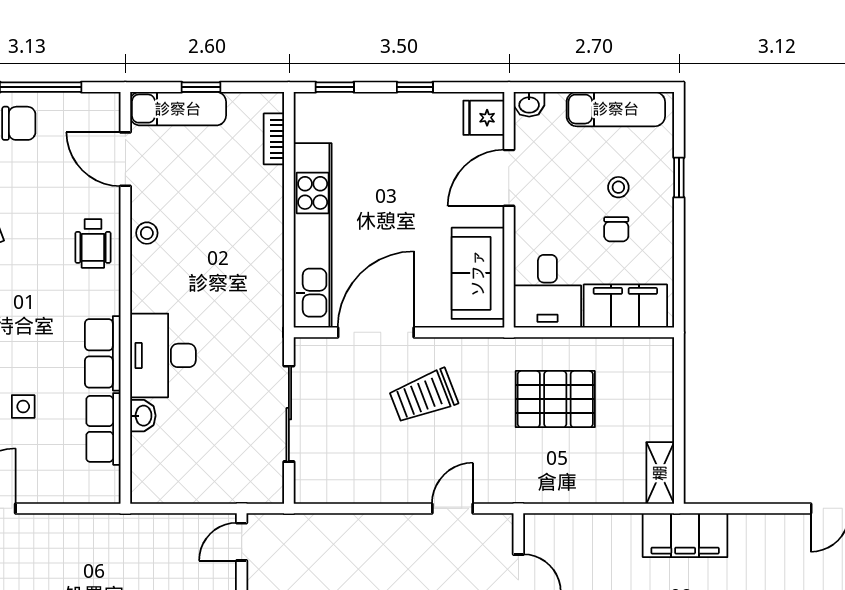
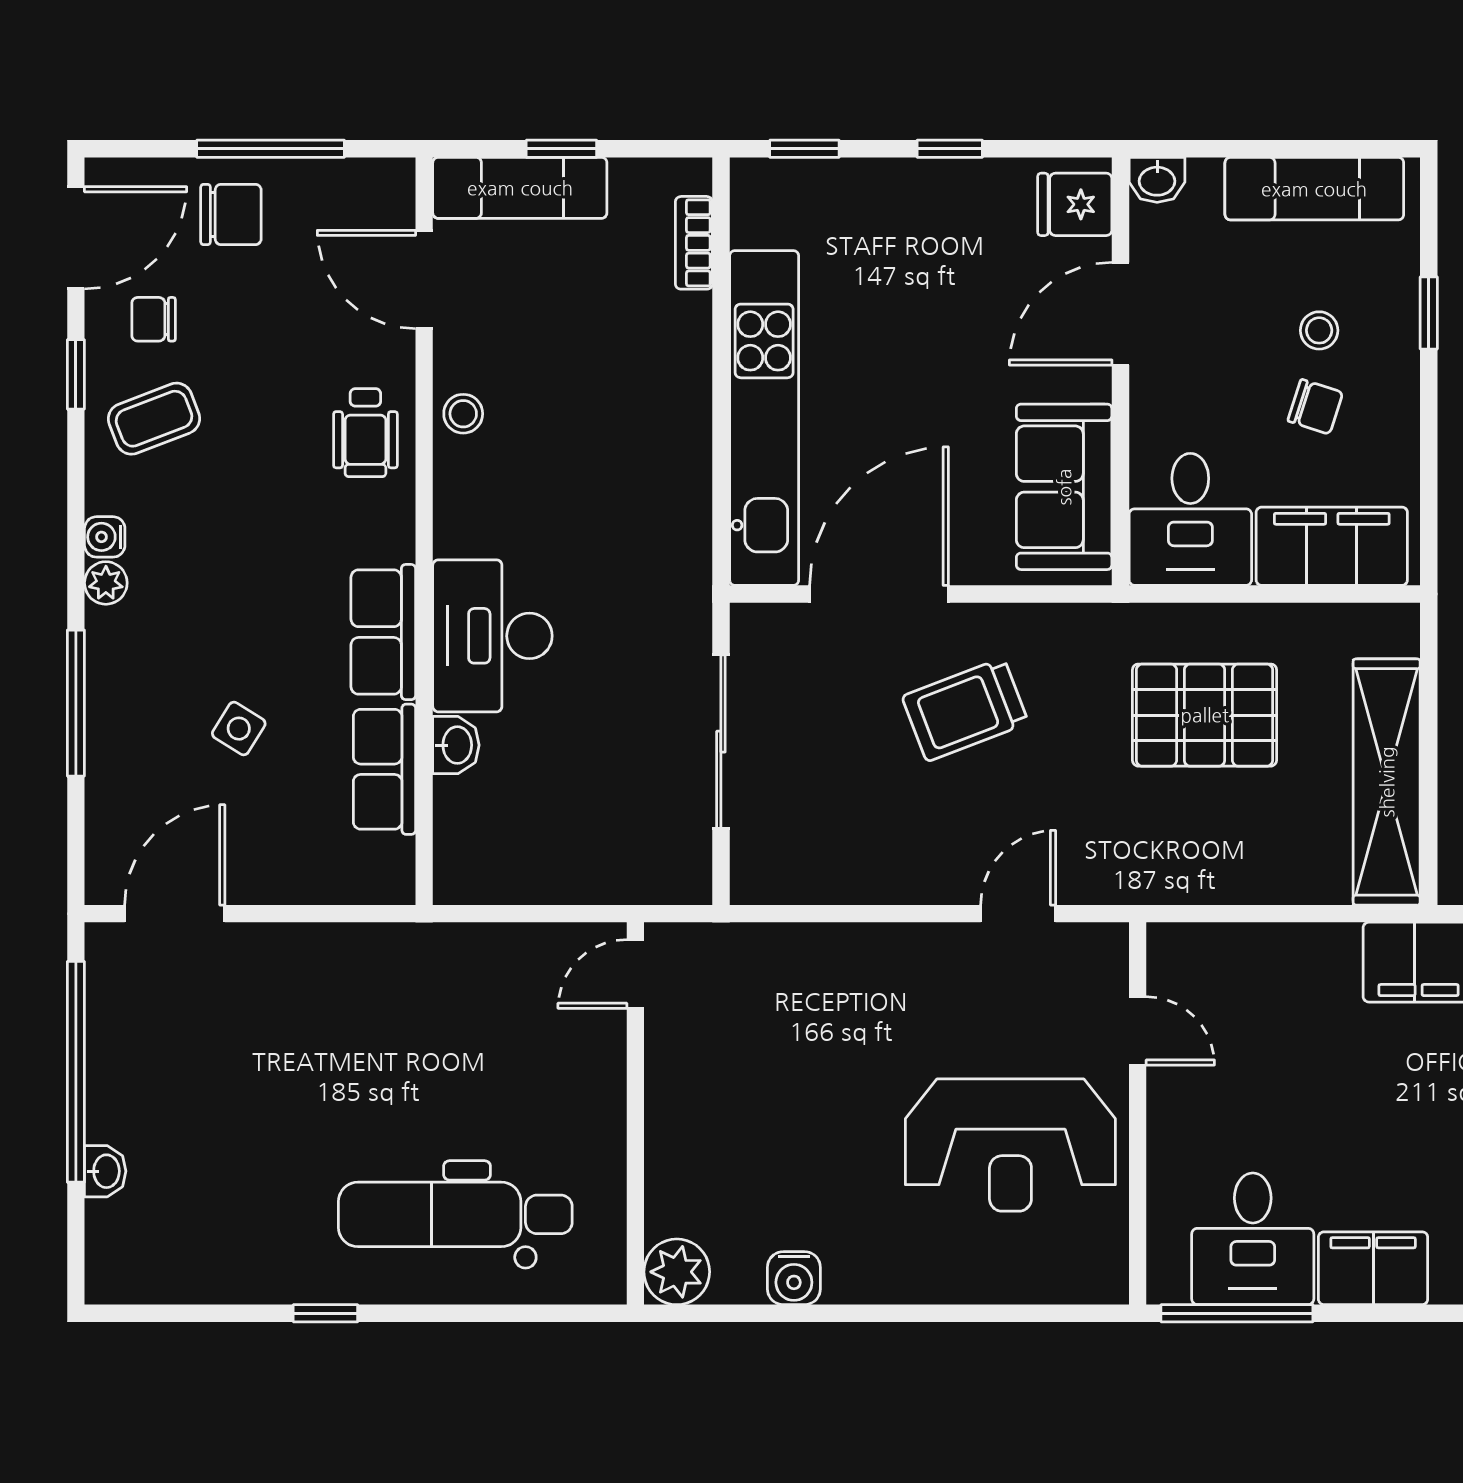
chair: (616, 229) -> (1315, 407), turned -72
side table: (23, 407) -> (239, 729), turned 32
shelving: (660, 473) -> (1387, 782), width x2.20, depth x1.33

